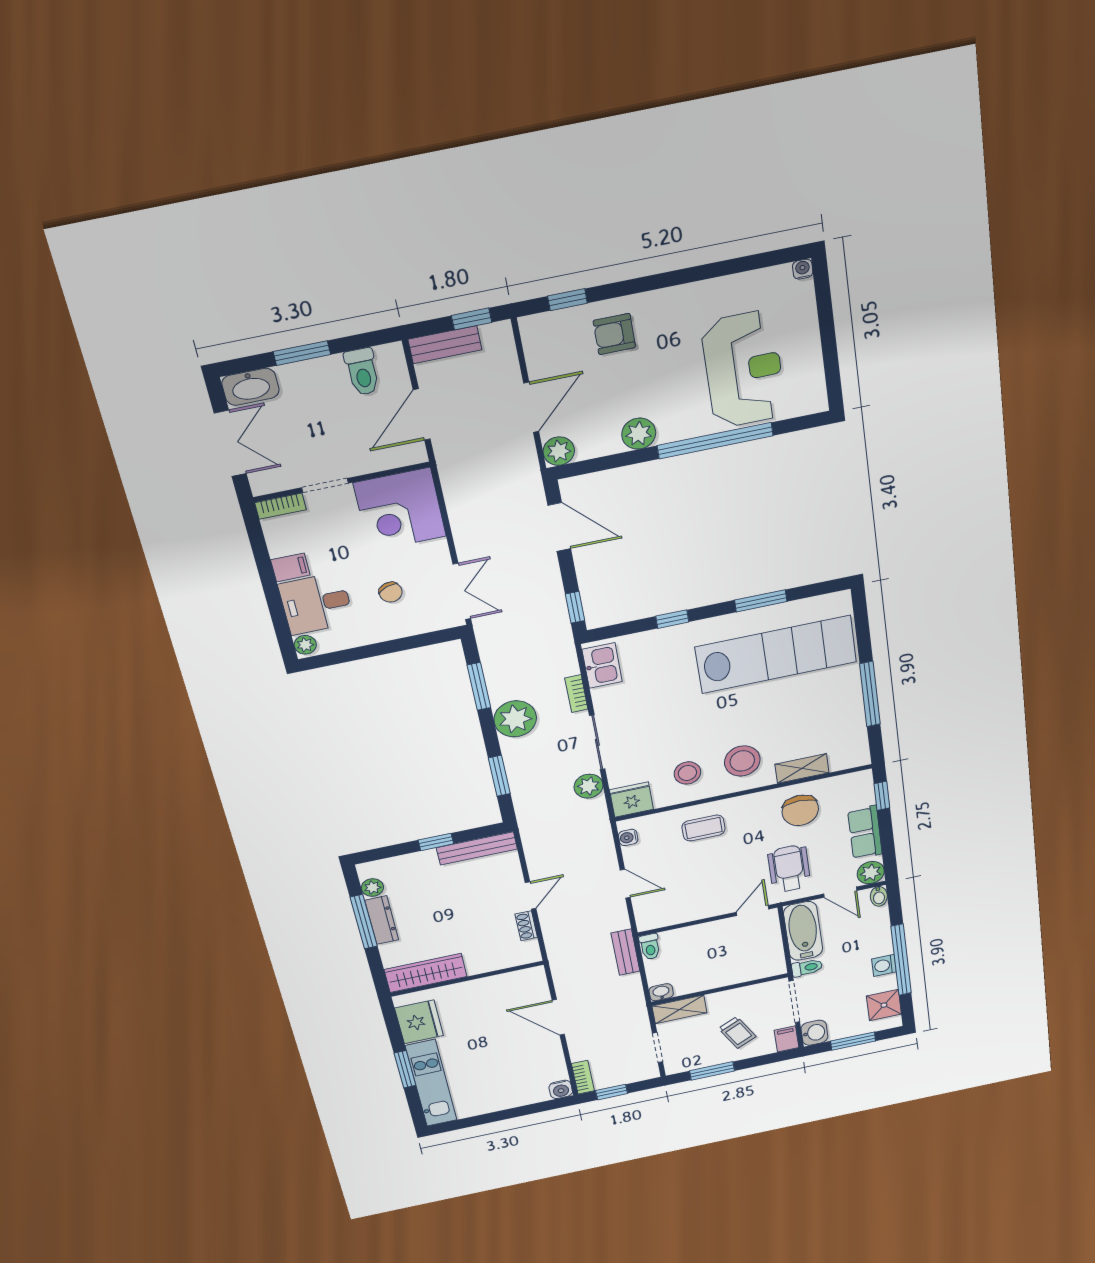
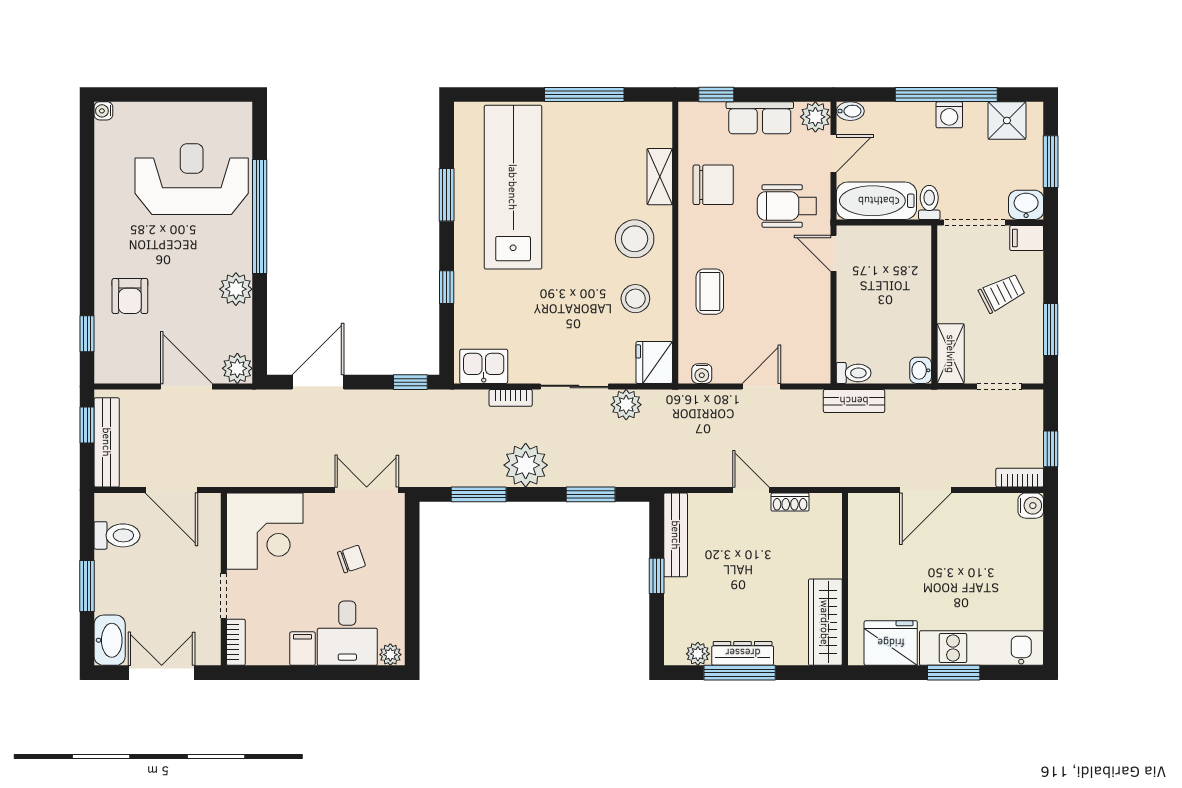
bench: (445, 345) -> (107, 442), width x1.36

